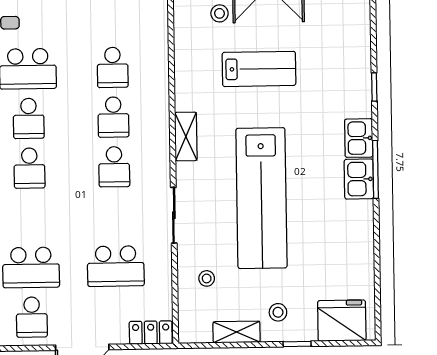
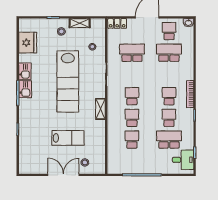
lab bench: (259, 69) -> (68, 138), turned 180
kitchen sink: (359, 138) -> (25, 71), moved
lab bench: (261, 198) -> (68, 81), turned 180
fridge: (342, 321) -> (28, 43), moved, turned -90

